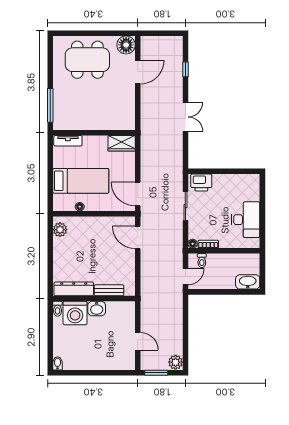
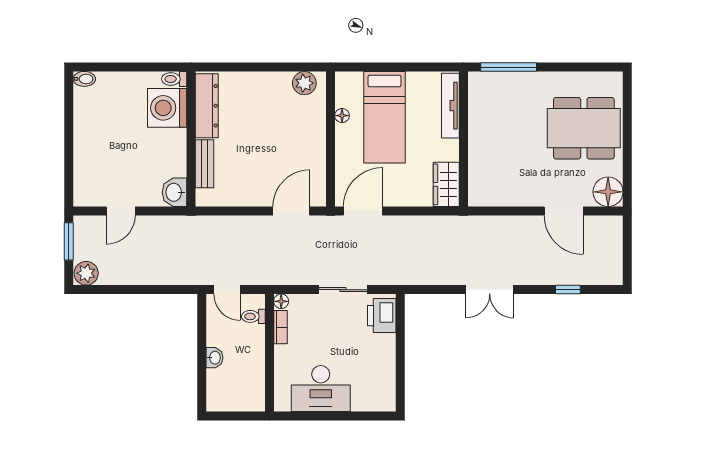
dining table: (87, 60) -> (584, 128), turned 90
tv unit: (68, 141) -> (450, 106), width x1.41
washbasin: (248, 282) -> (215, 358), moved, width x0.52, depth x0.69
washbasin: (97, 309) -> (174, 192), moved

